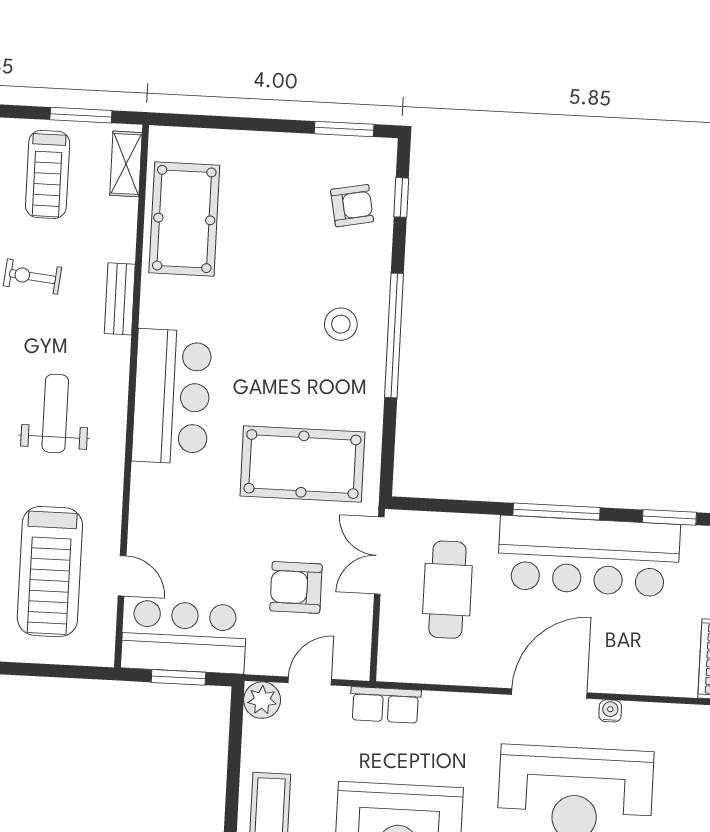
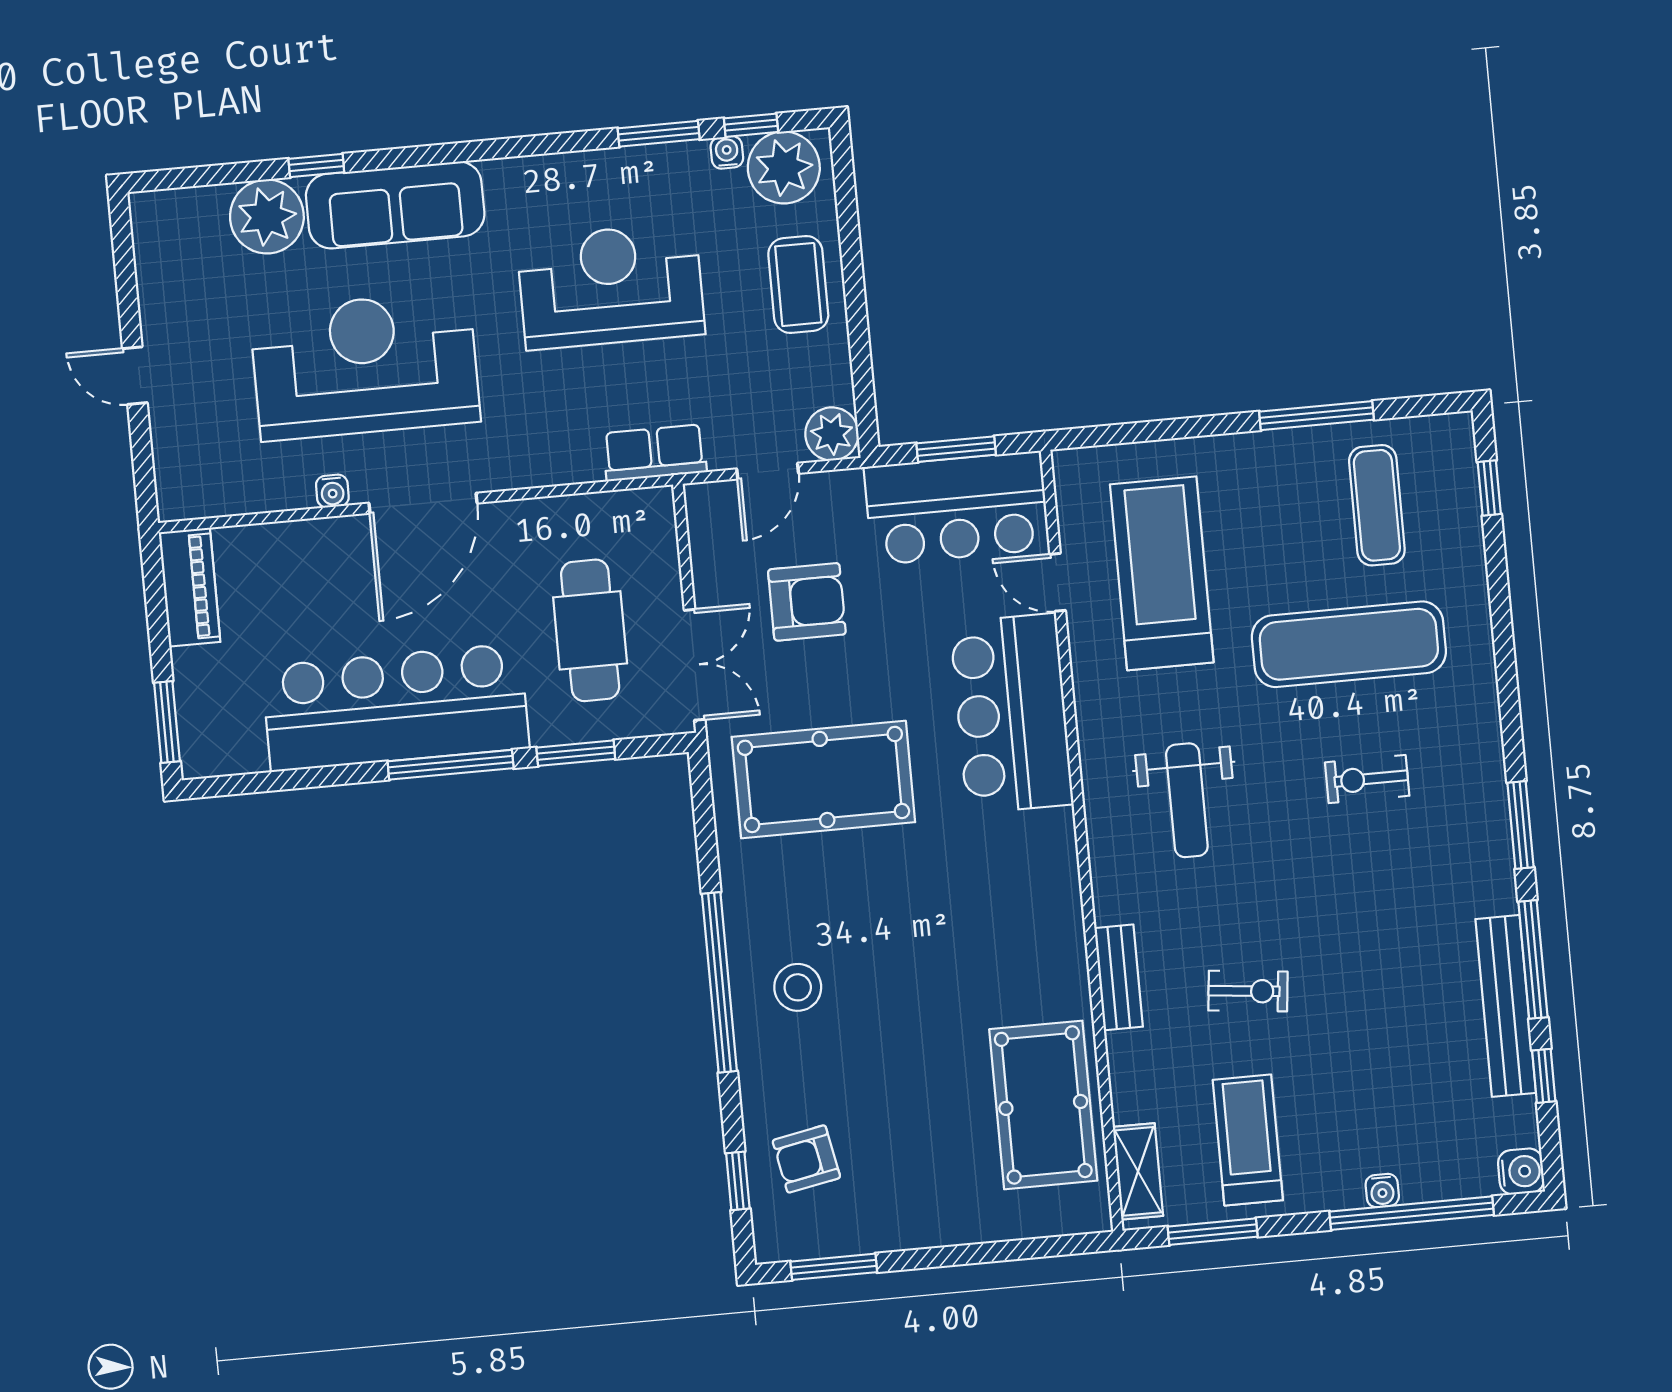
bar counter: (172, 397) -> (1012, 713), moved
window: (669, 517) -> (576, 753), moved

